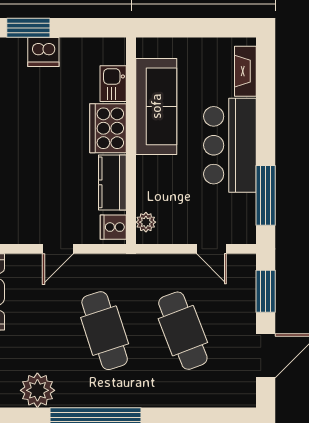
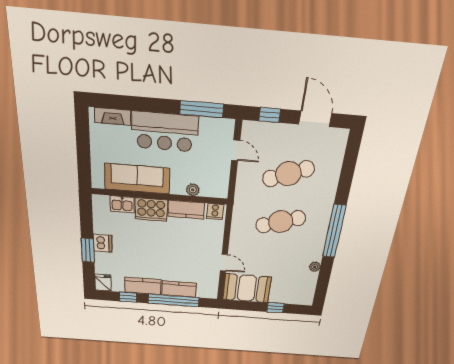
plant: (146, 222) -> (193, 190), moved
door: (58, 249) -> (224, 263), moved
door: (212, 249) -> (236, 150), hinge flipped
window: (266, 291) -> (270, 115), width x0.67
plant: (37, 390) -> (315, 267), width x0.53, depth x0.53

